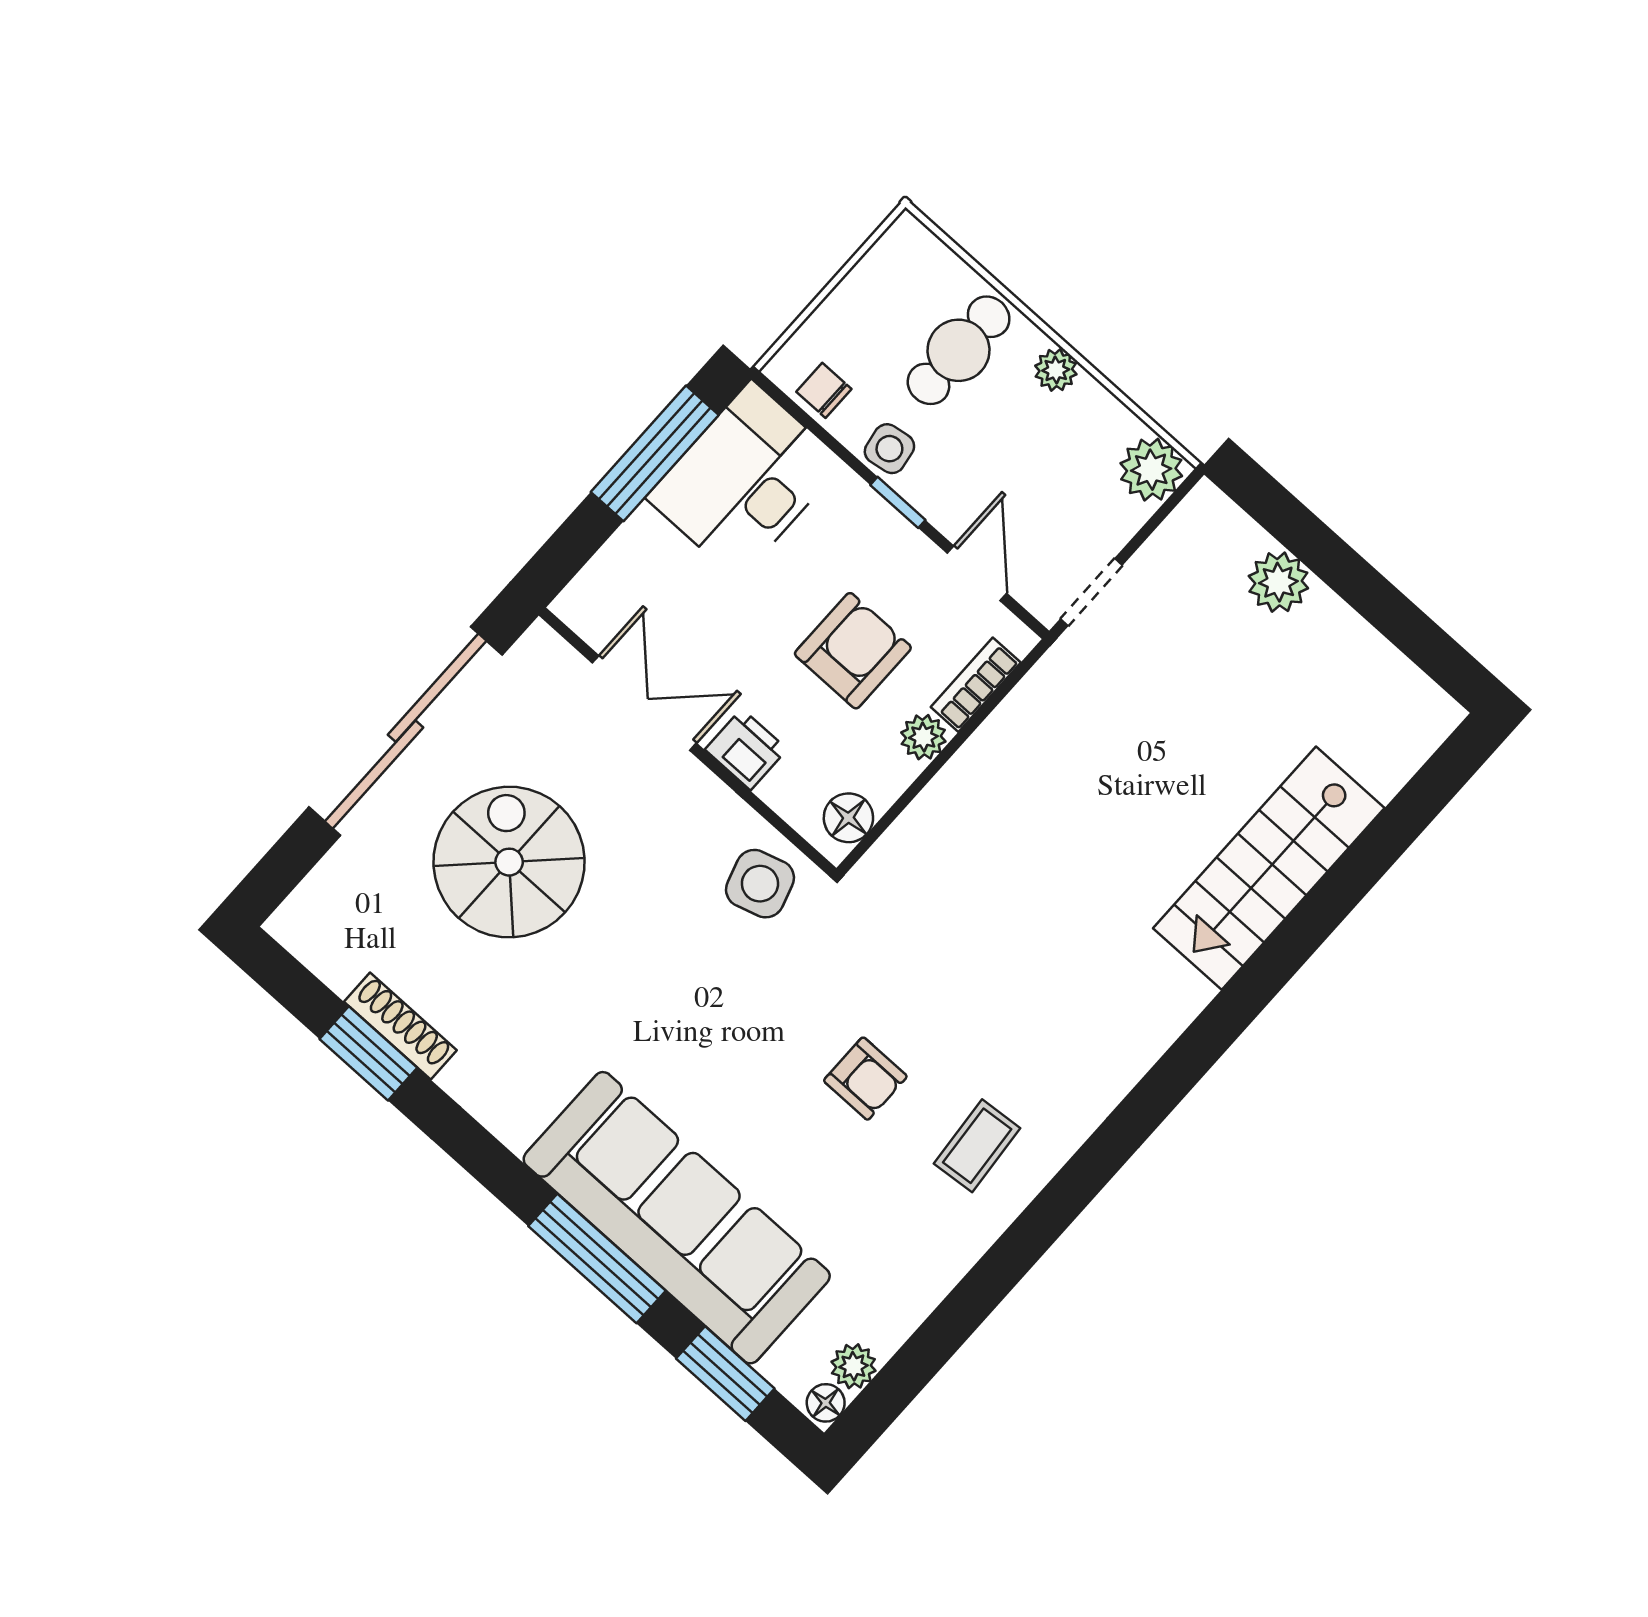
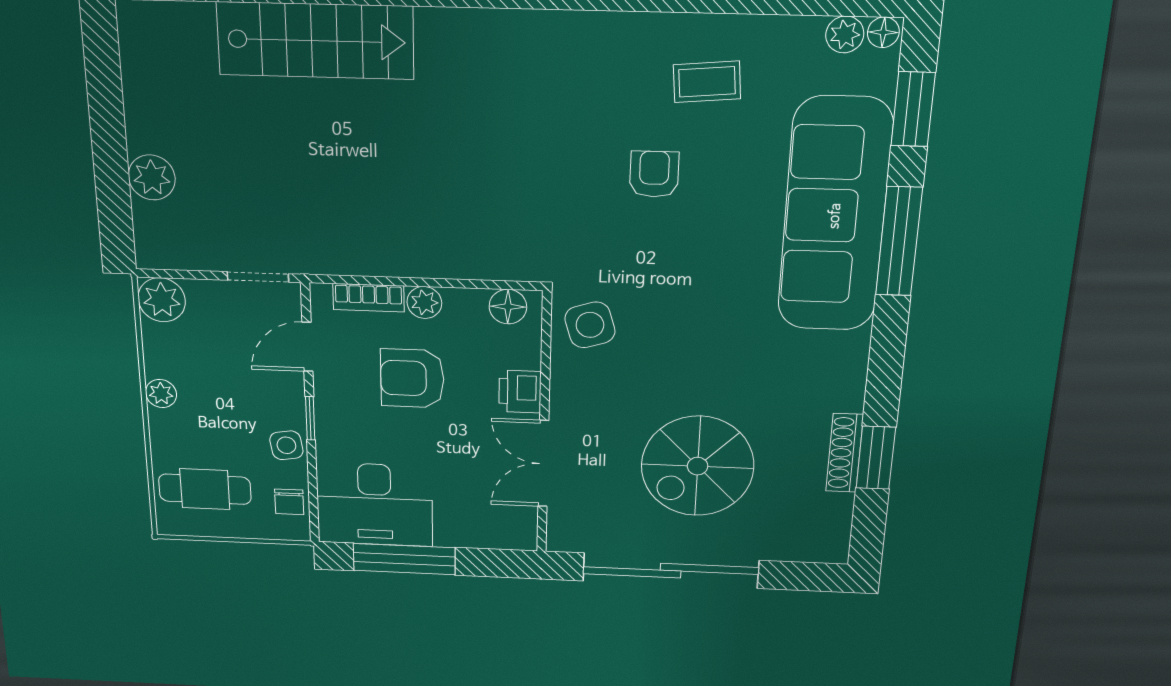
cafe table: (959, 350) -> (205, 489), moved
coffee table: (977, 1146) -> (707, 82), moved

